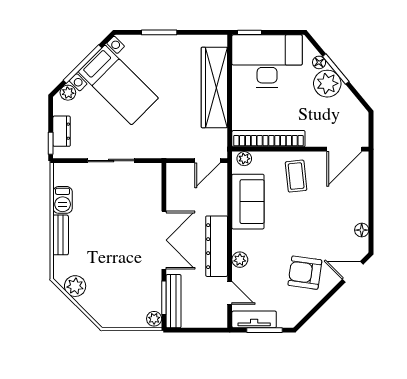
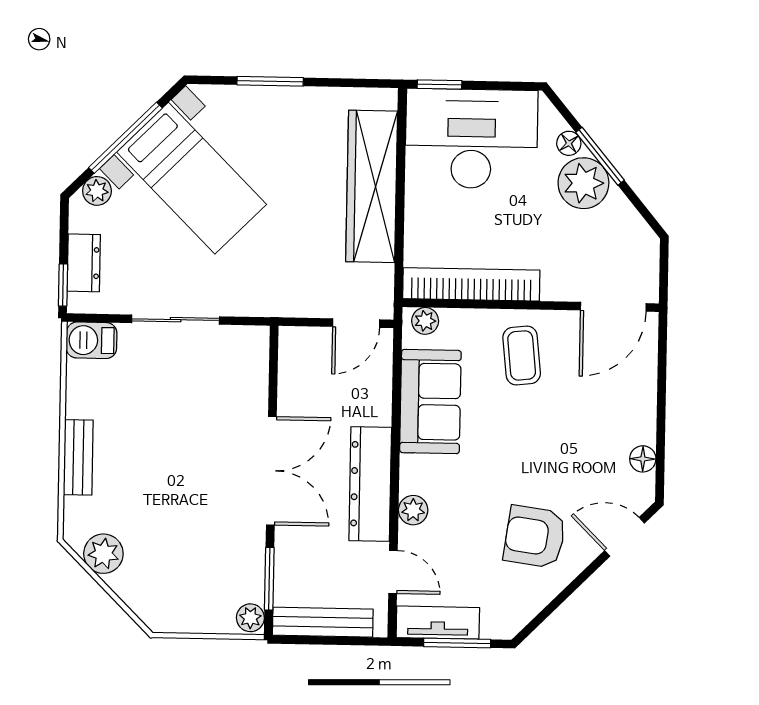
barbecue: (63, 200) -> (91, 340), moved, turned 90
bench: (174, 301) -> (323, 622), moved, turned 90

